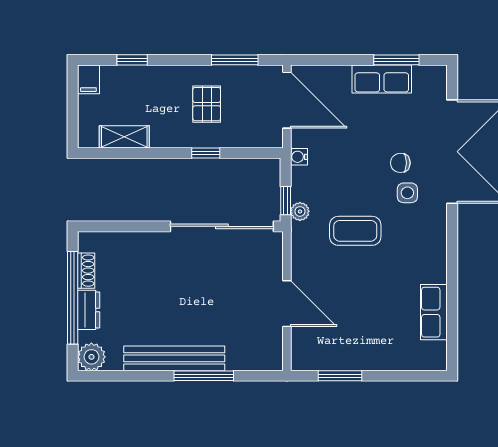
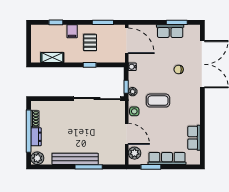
filing cabinet: (88, 79) -> (72, 31), moved
side table: (407, 193) -> (134, 111), moved
plant: (304, 346) -> (135, 153), added
row of seats: (375, 357) -> (167, 158), added

